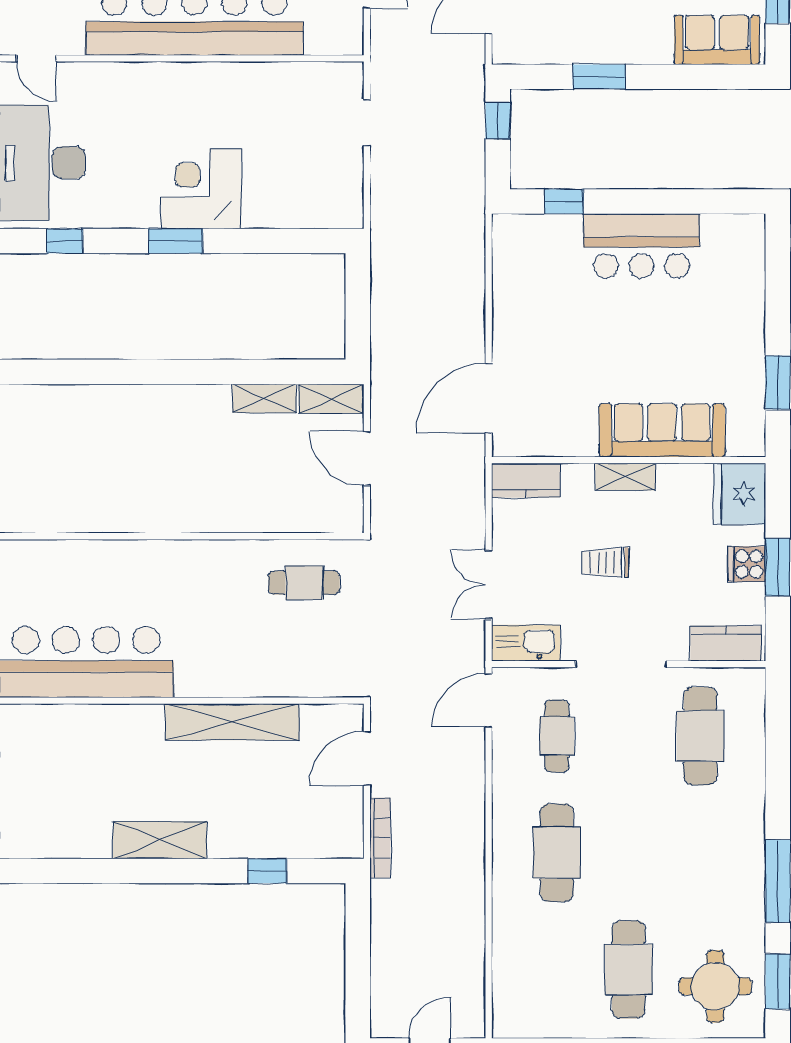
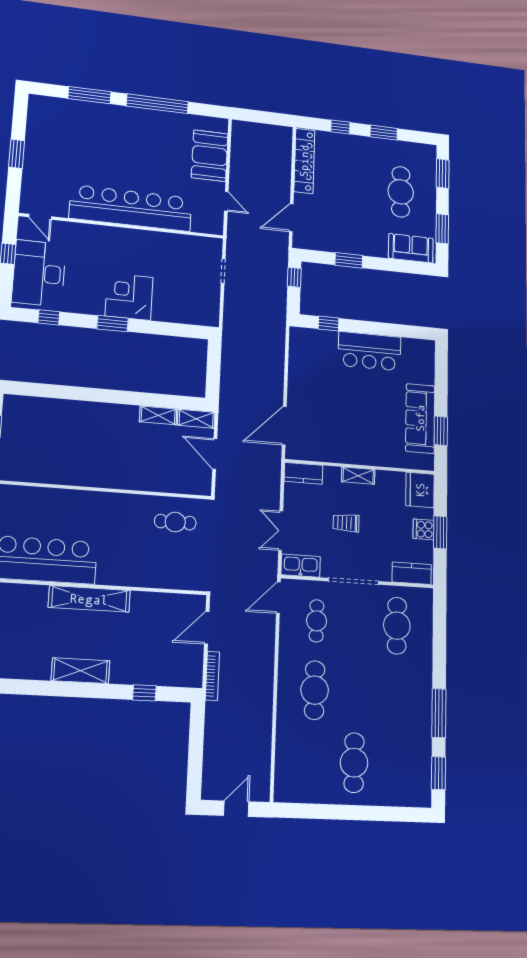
sofa: (662, 430) -> (420, 418), moved, turned -90
shelving: (232, 722) -> (89, 599), moved
round table: (715, 986) -> (403, 775), removed

